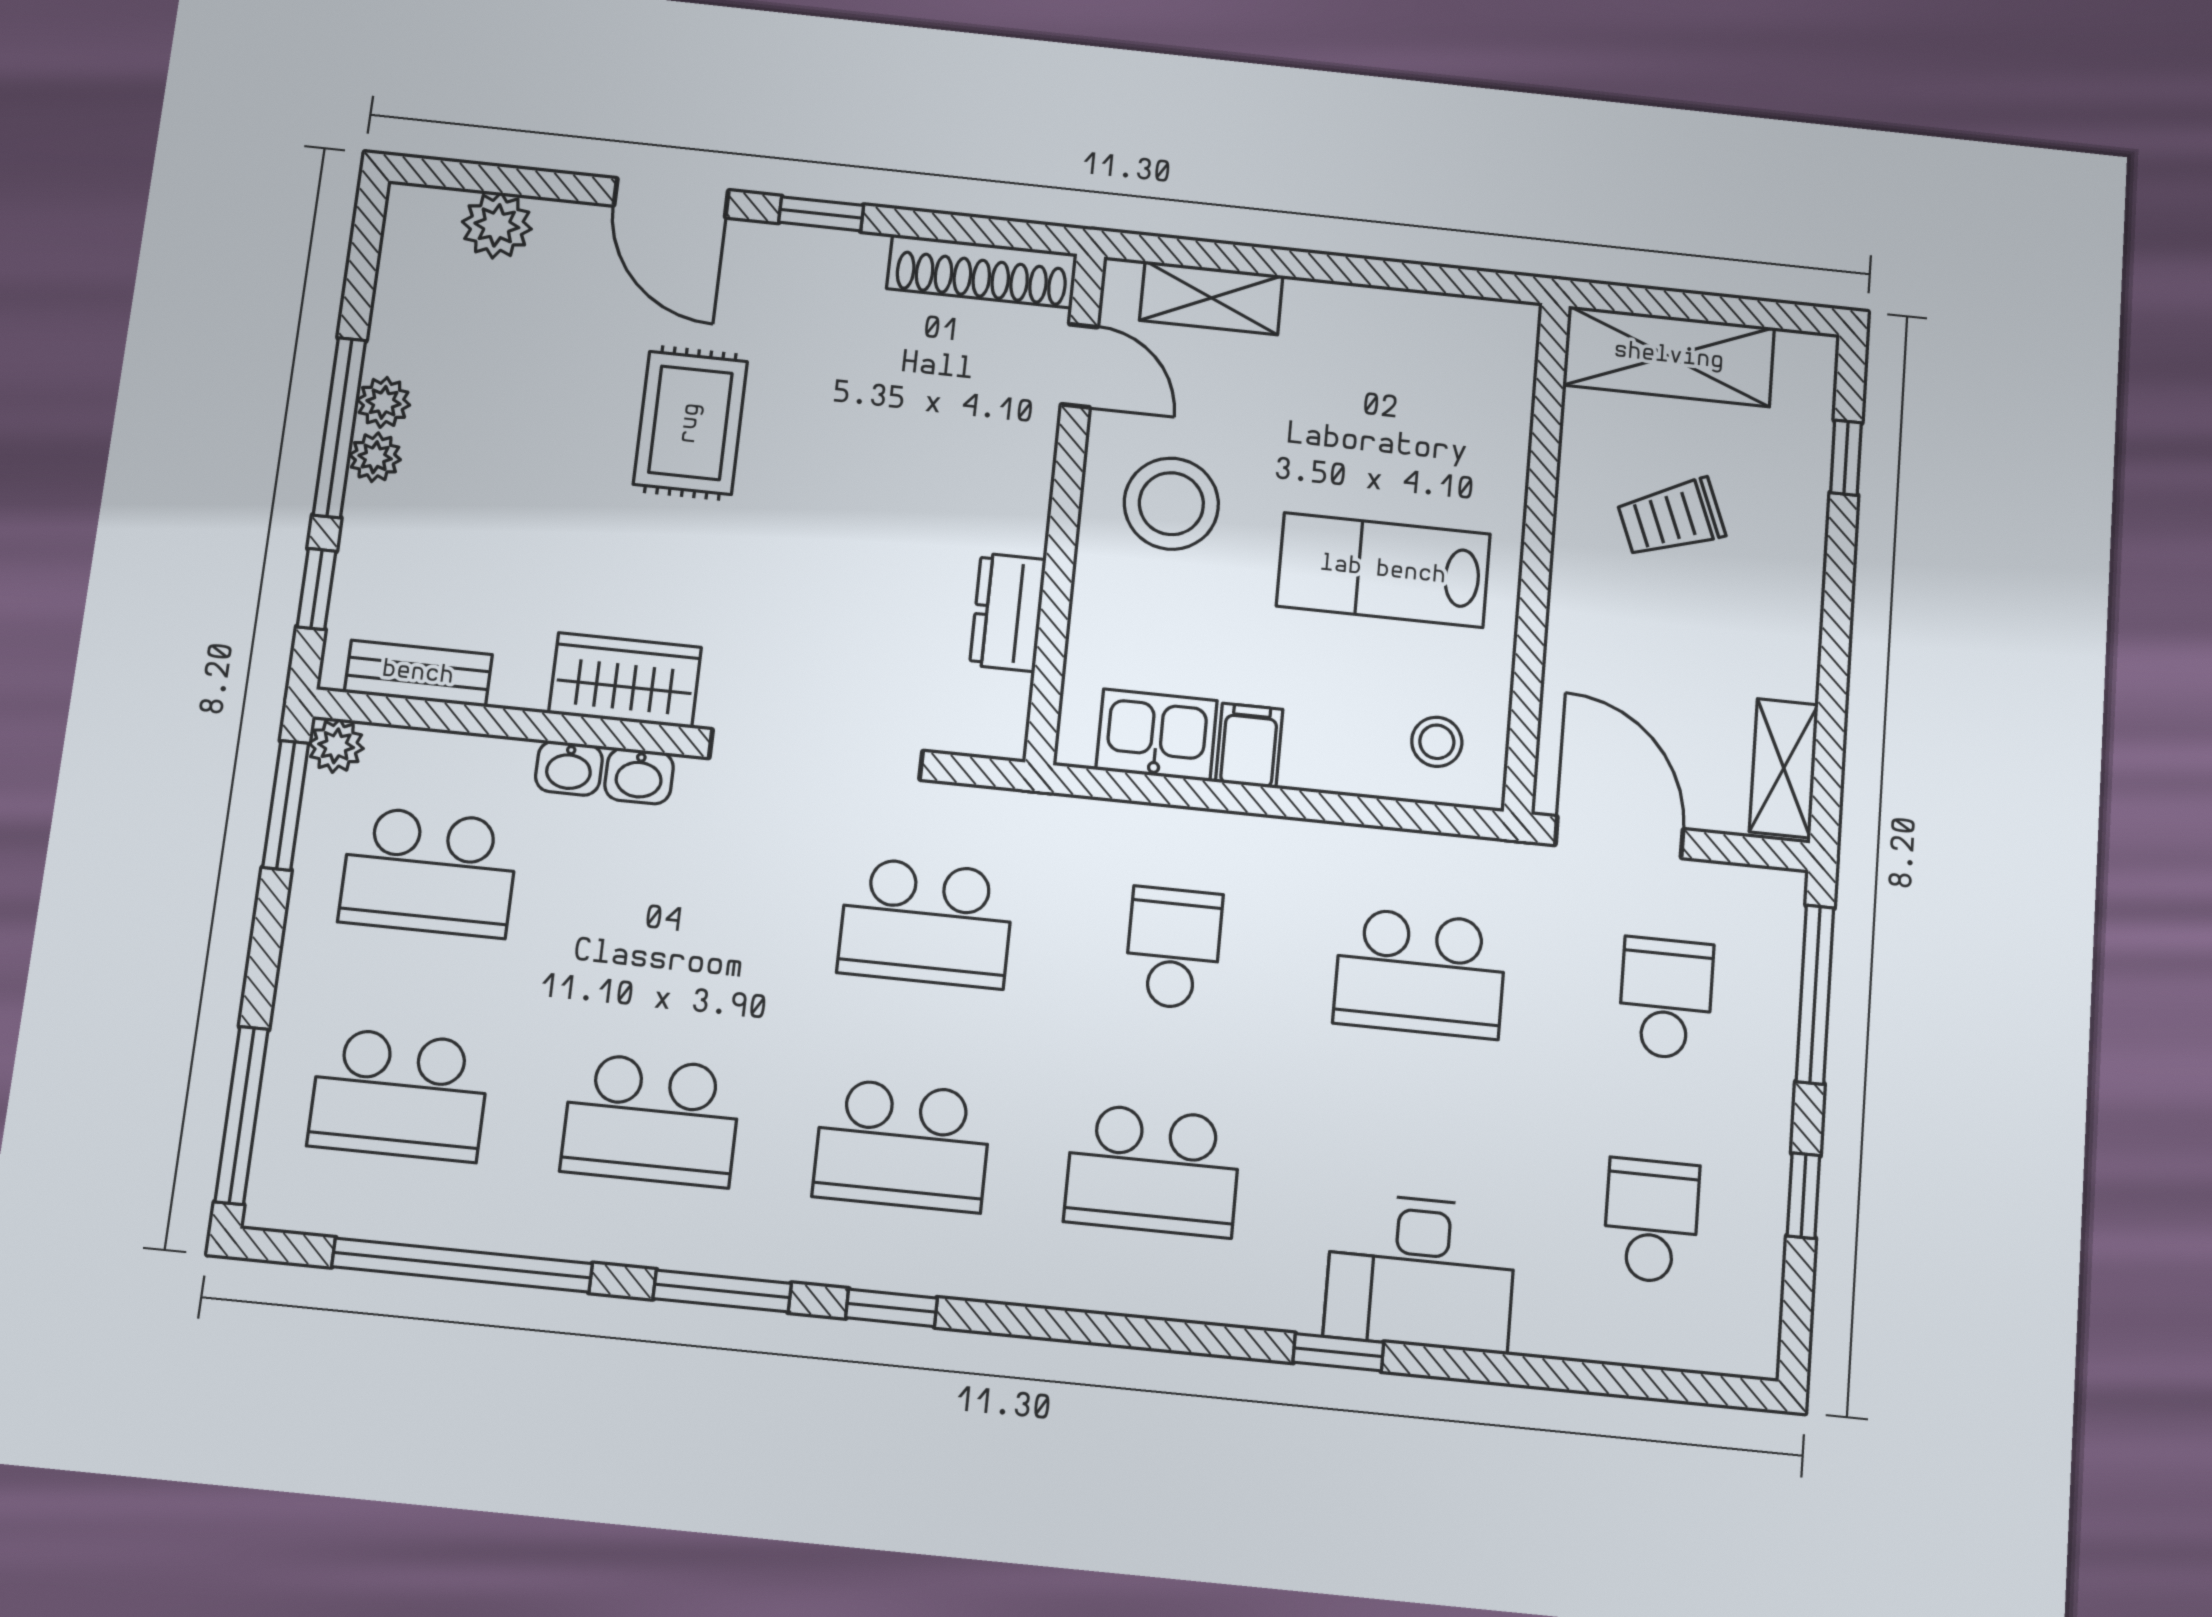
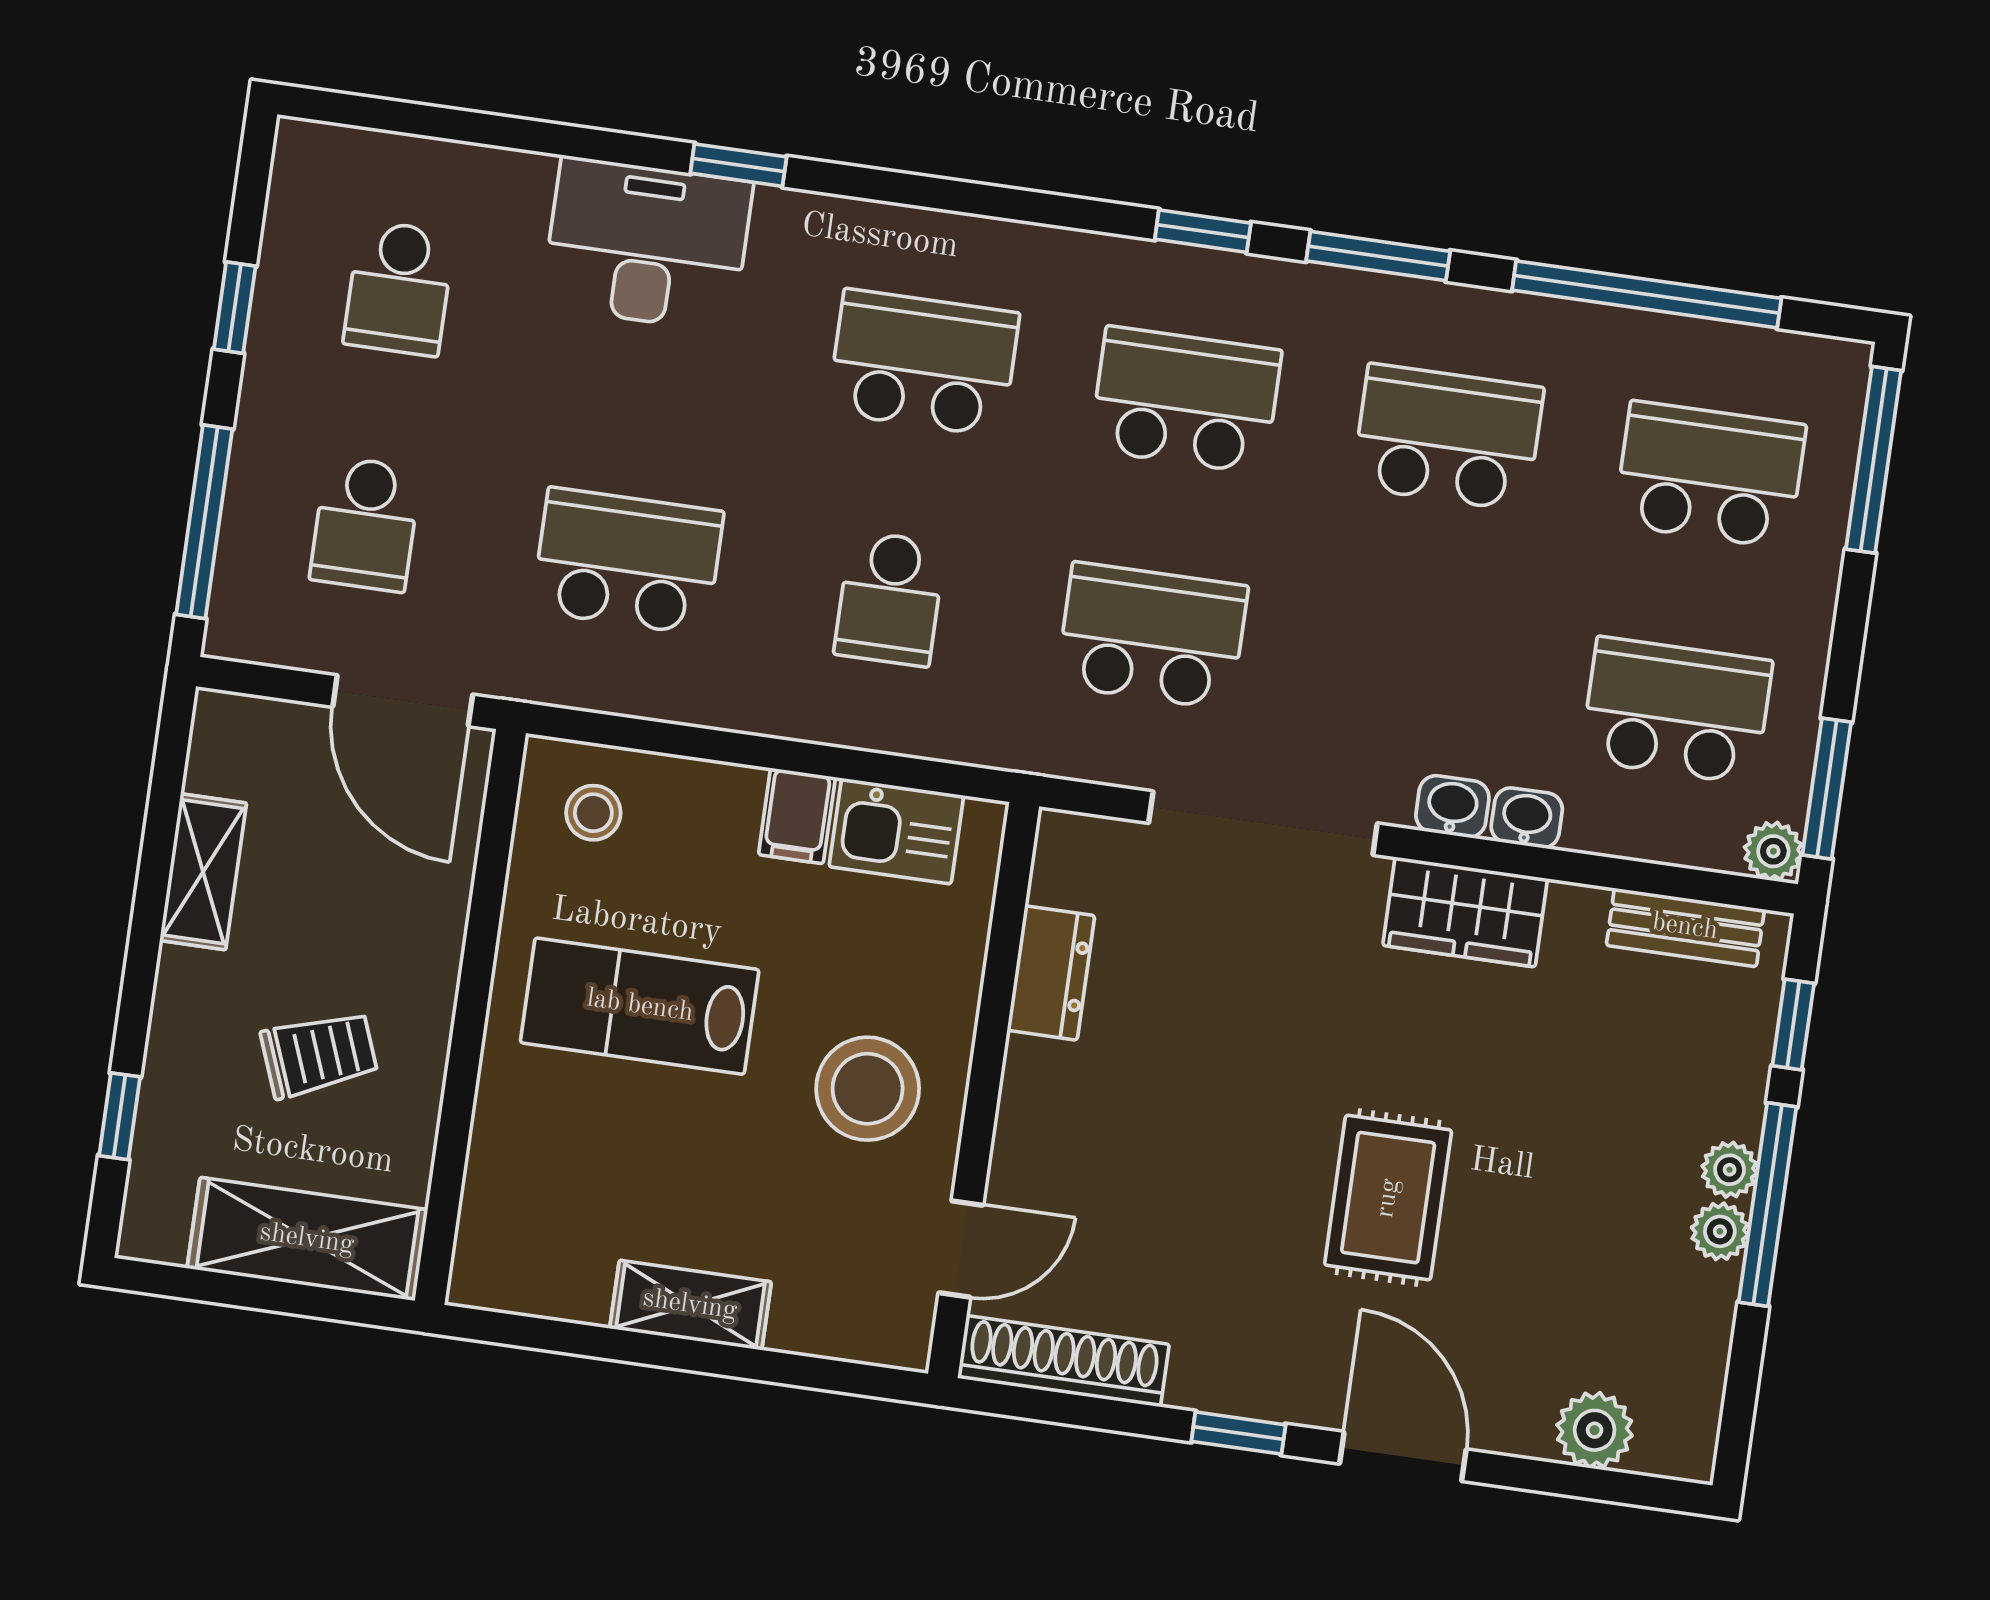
shelving: (1211, 298) -> (690, 1305), moved
door: (1079, 366) -> (961, 1249), swing flipped
lab bench: (1383, 570) -> (640, 1006), turned 180
shelving: (1784, 768) -> (203, 872), moved

